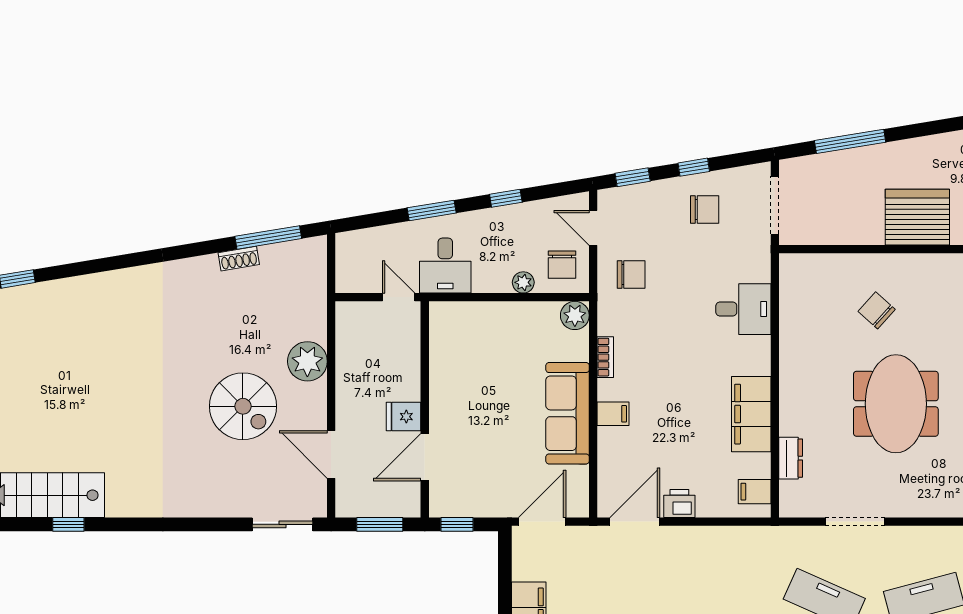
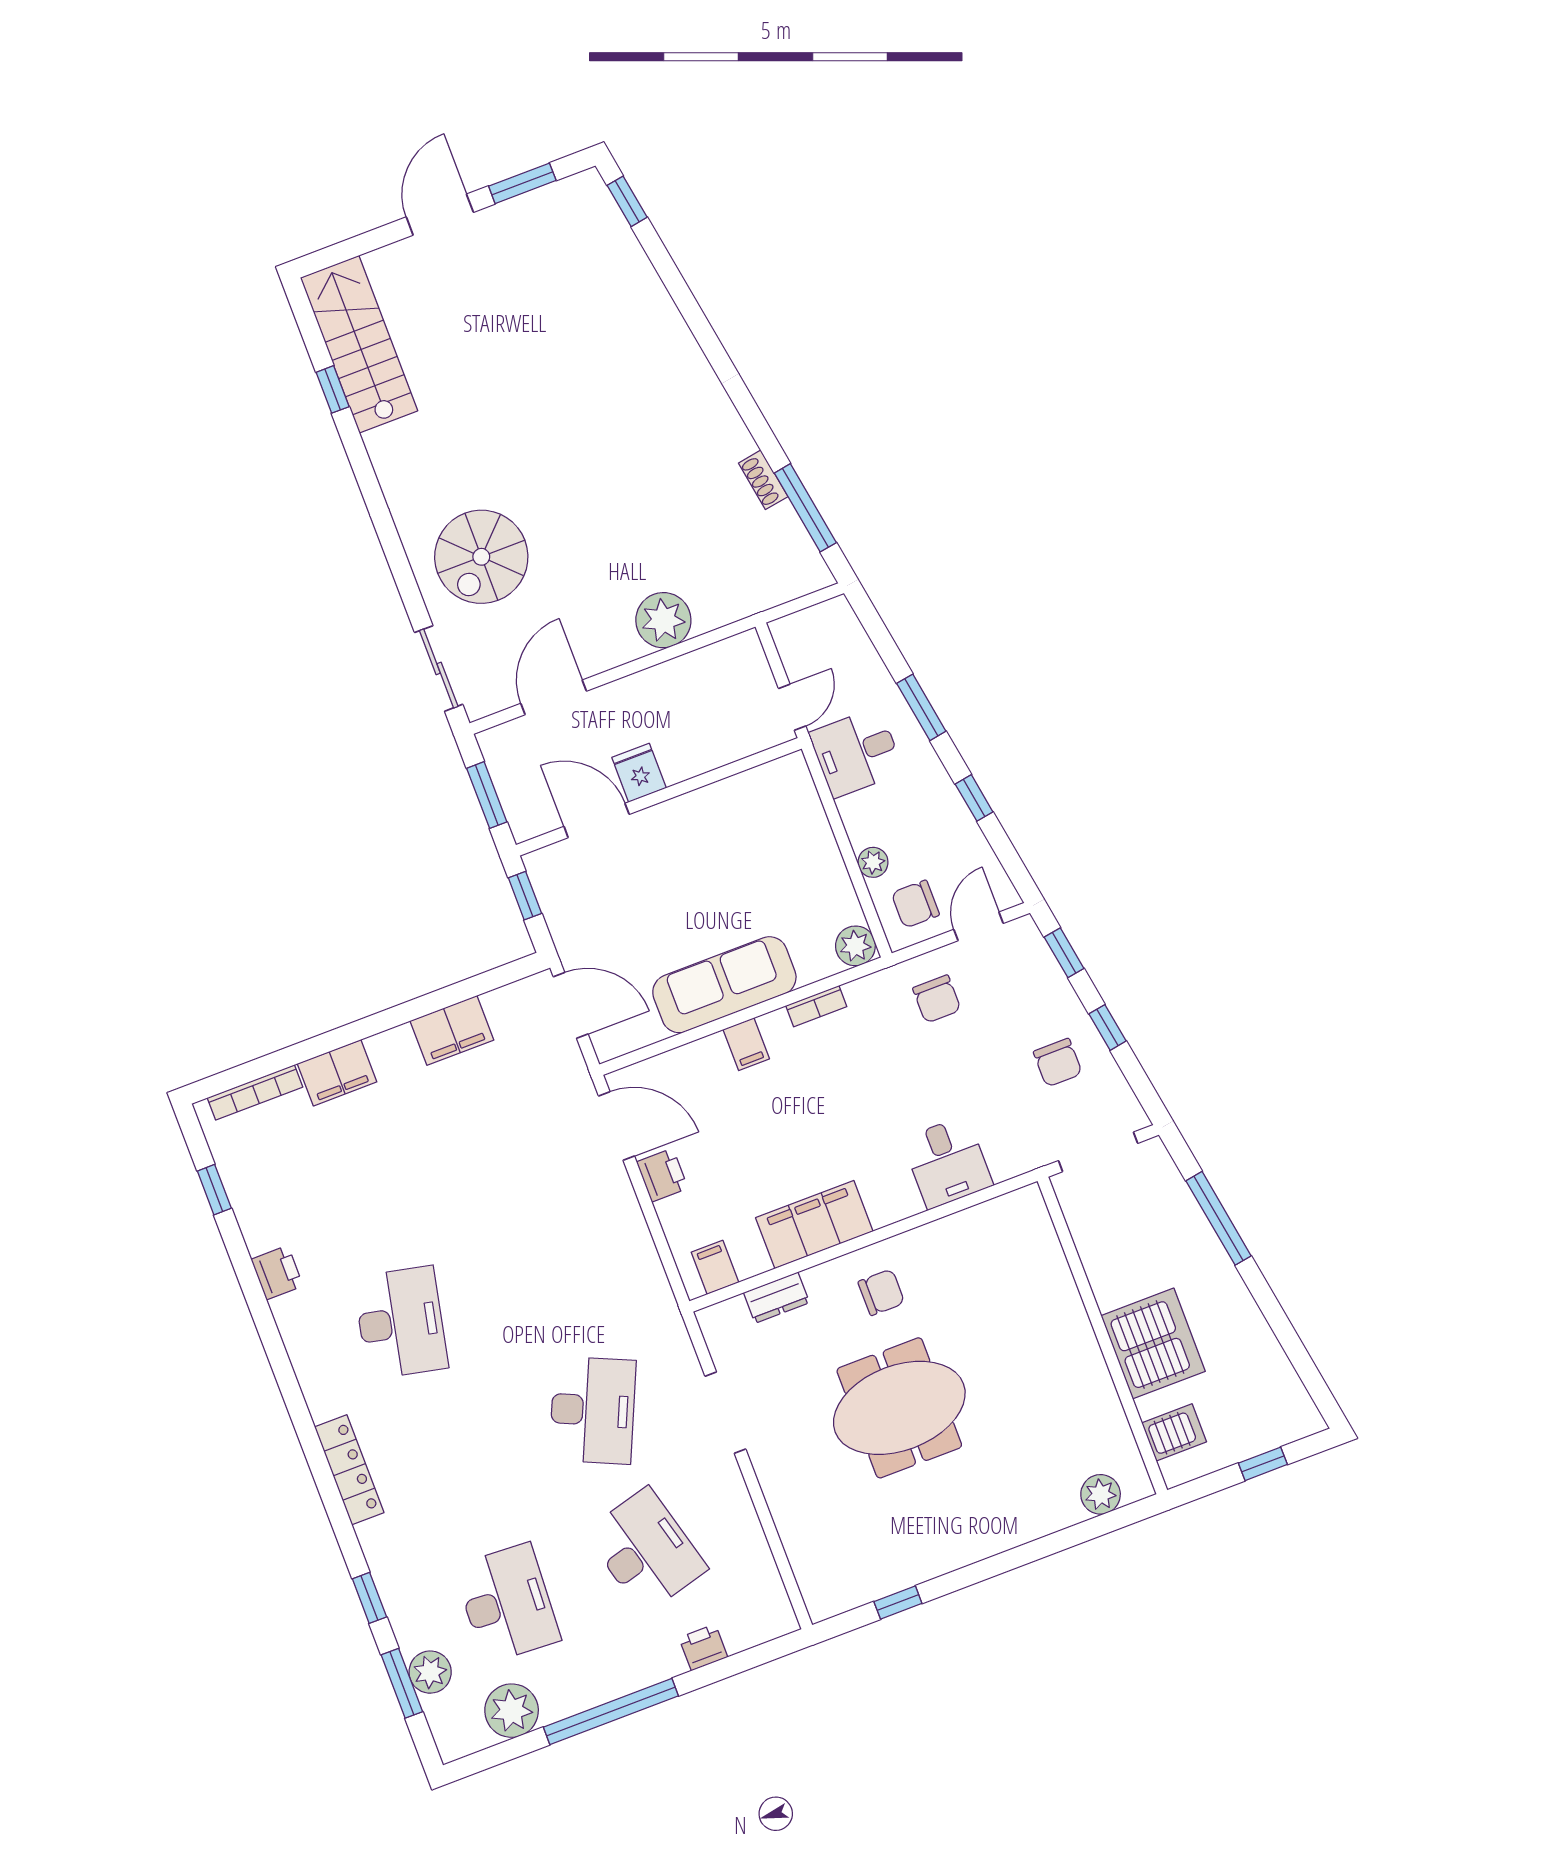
chair: (877, 310) -> (881, 1292), moved, turned 48
spiral stairs: (243, 406) -> (481, 557), moved

